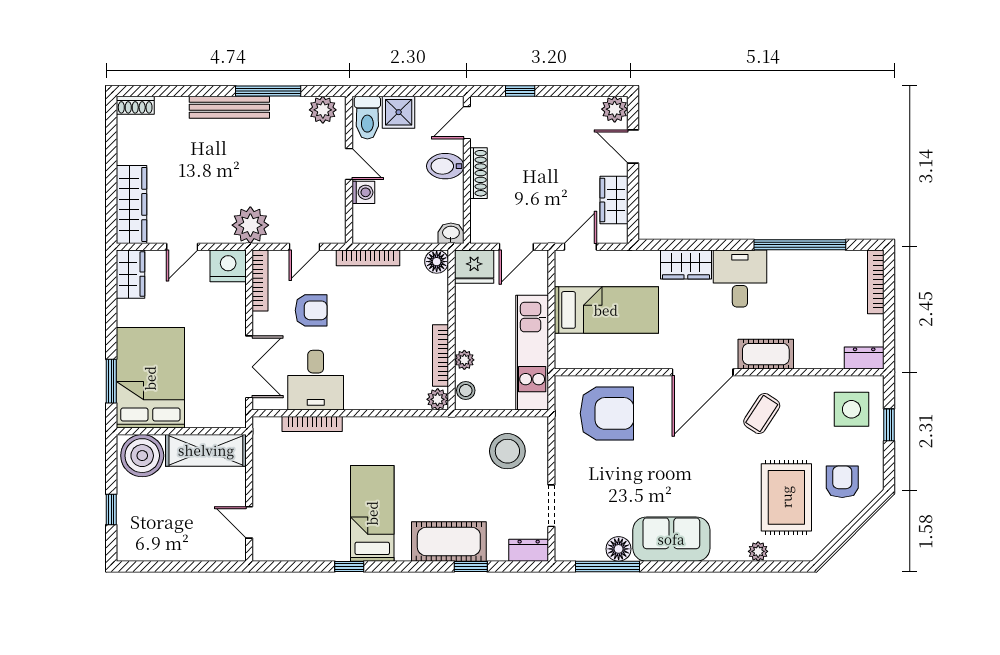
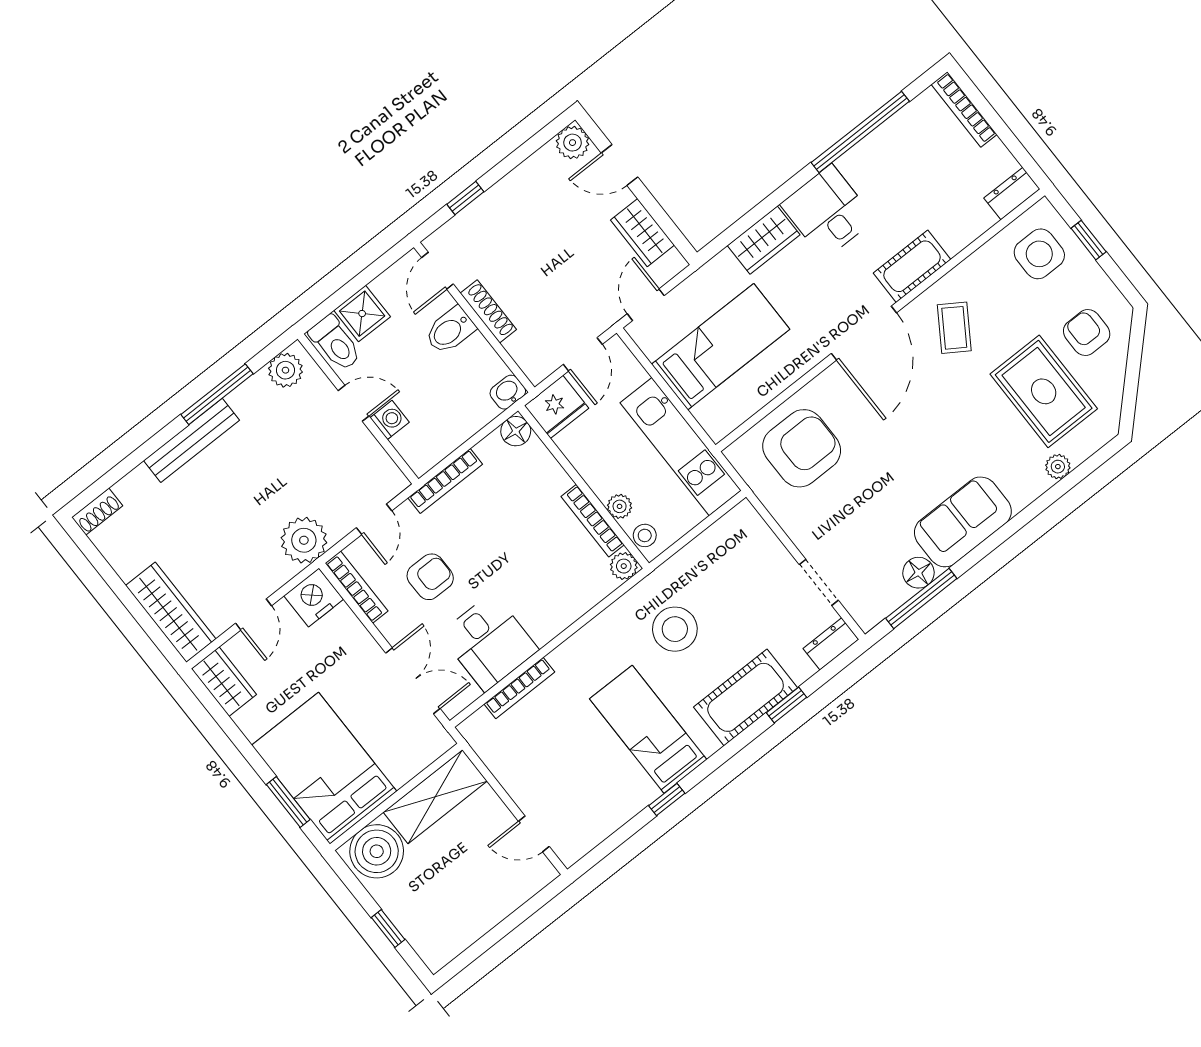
stool: (507, 451) -> (675, 629), moved

